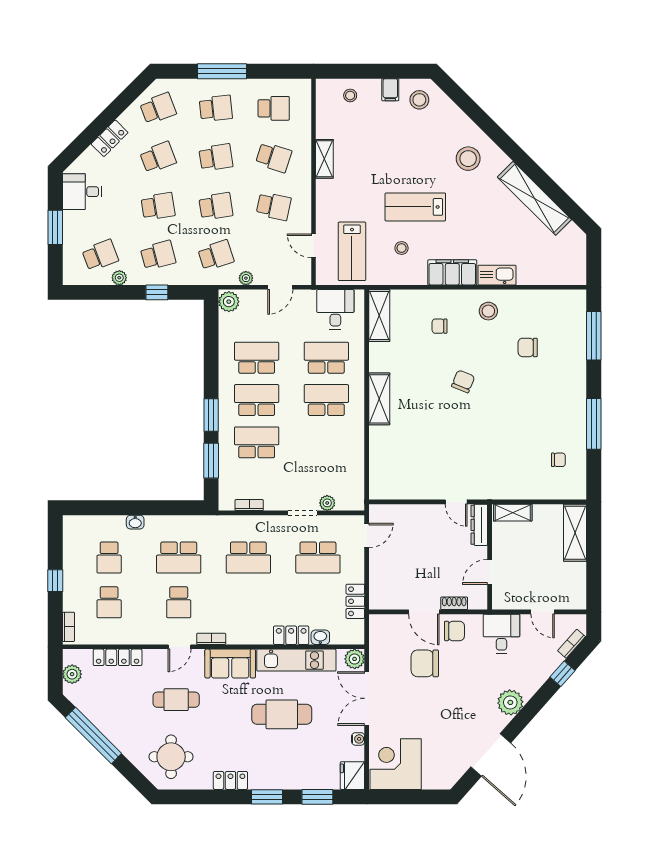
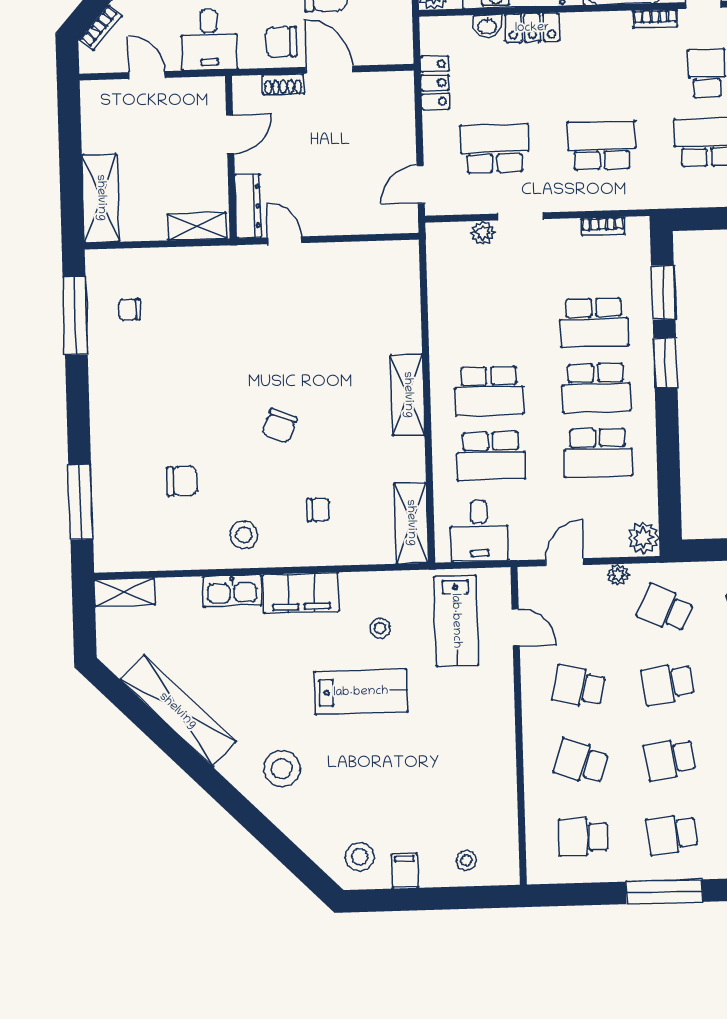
shelving: (324, 159) -> (125, 592), moved, turned 90
lab bench: (352, 251) -> (456, 621), turned 180
school desk: (216, 255) -> (665, 608), turned 42
window: (594, 424) -> (75, 316), moved

